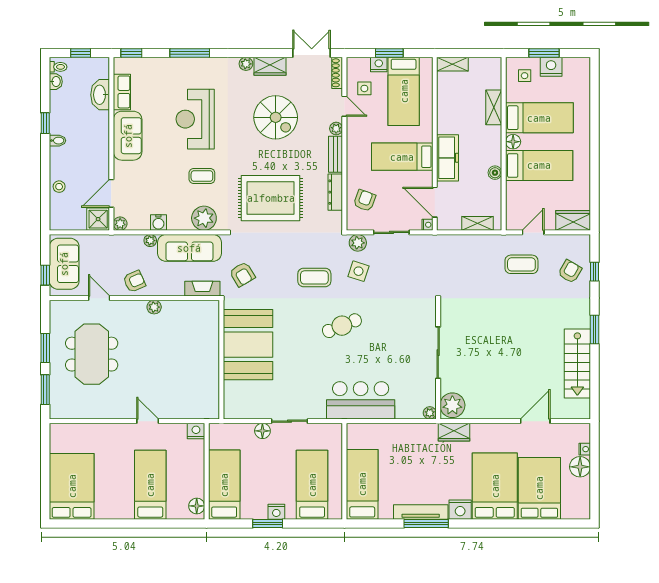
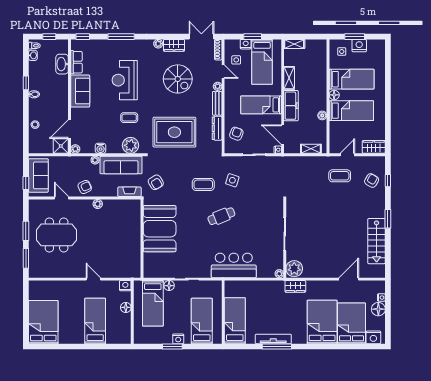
shelving: (494, 107) -> (289, 78), moved
plant: (358, 243) -> (232, 162), removed
meeting table: (92, 354) -> (57, 235), turned 90
bed: (224, 485) -> (153, 303), moved, turned 180
floor lamp: (197, 506) -> (126, 307), moved
nightstand: (460, 510) -> (373, 337), moved

